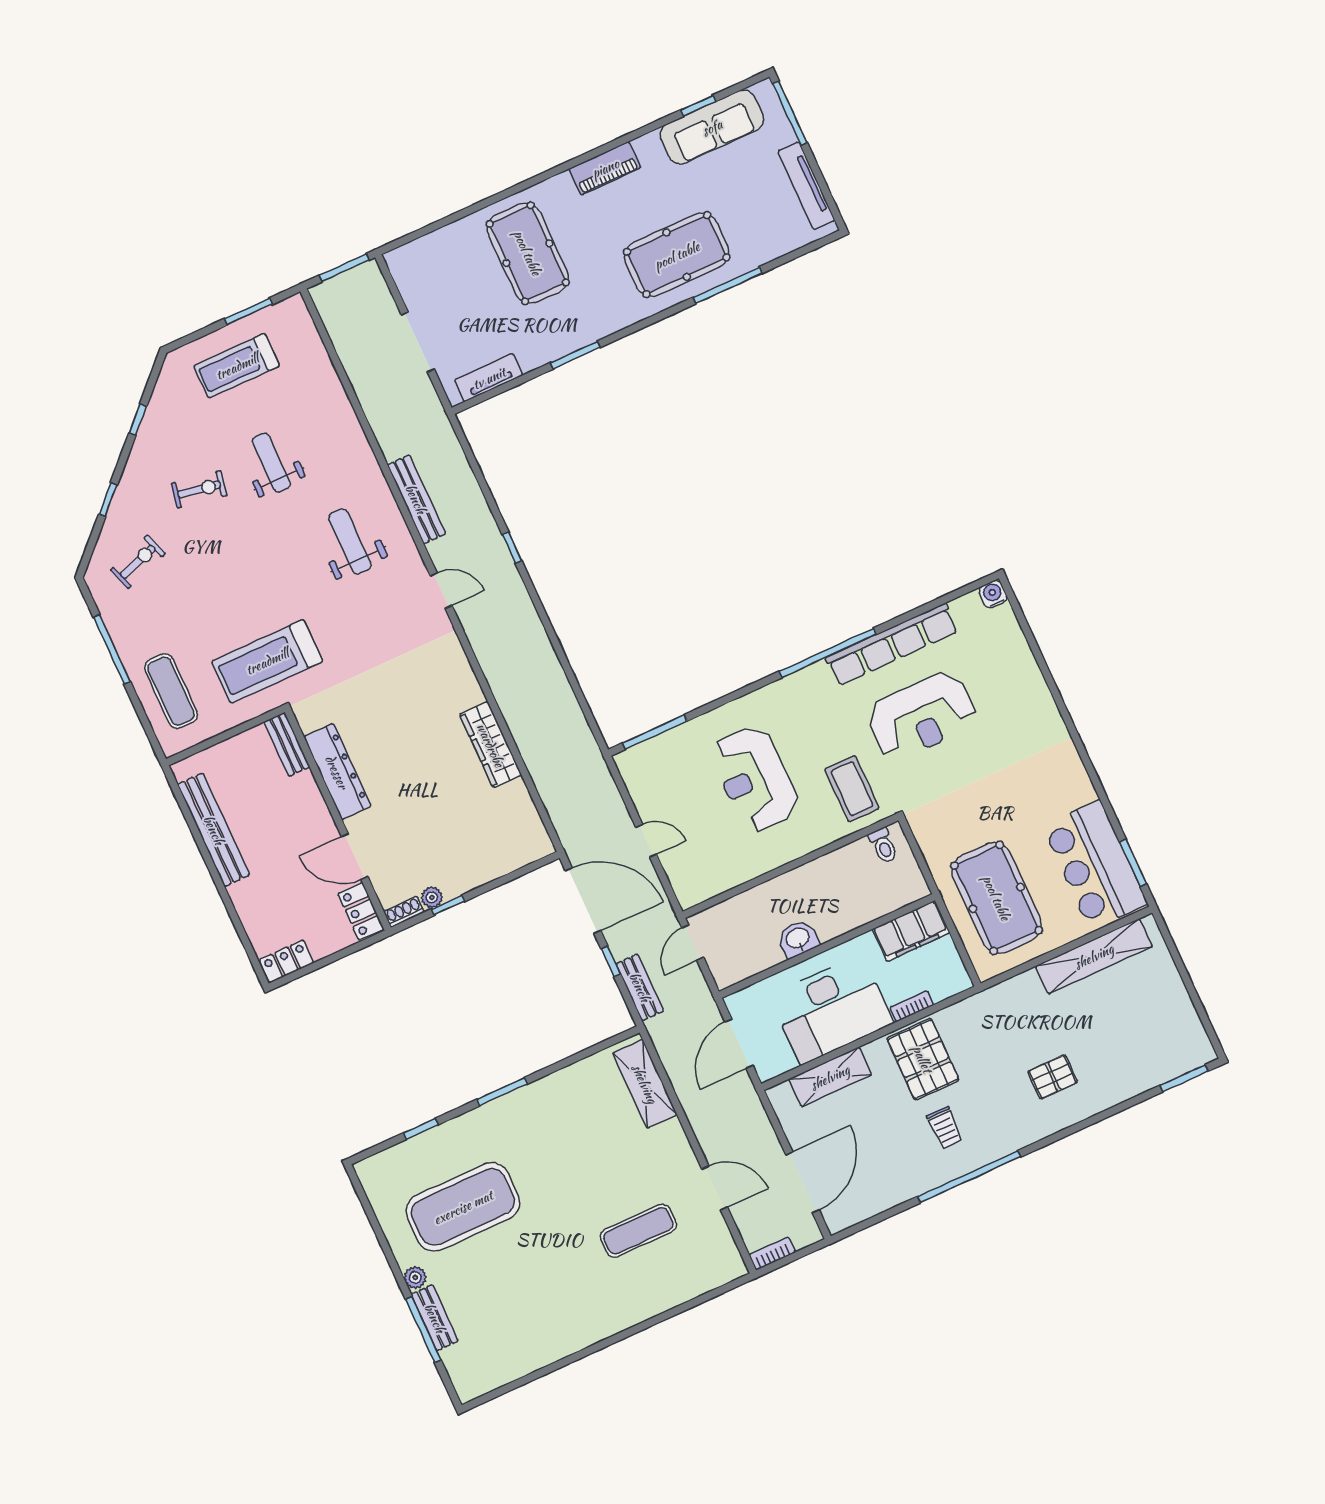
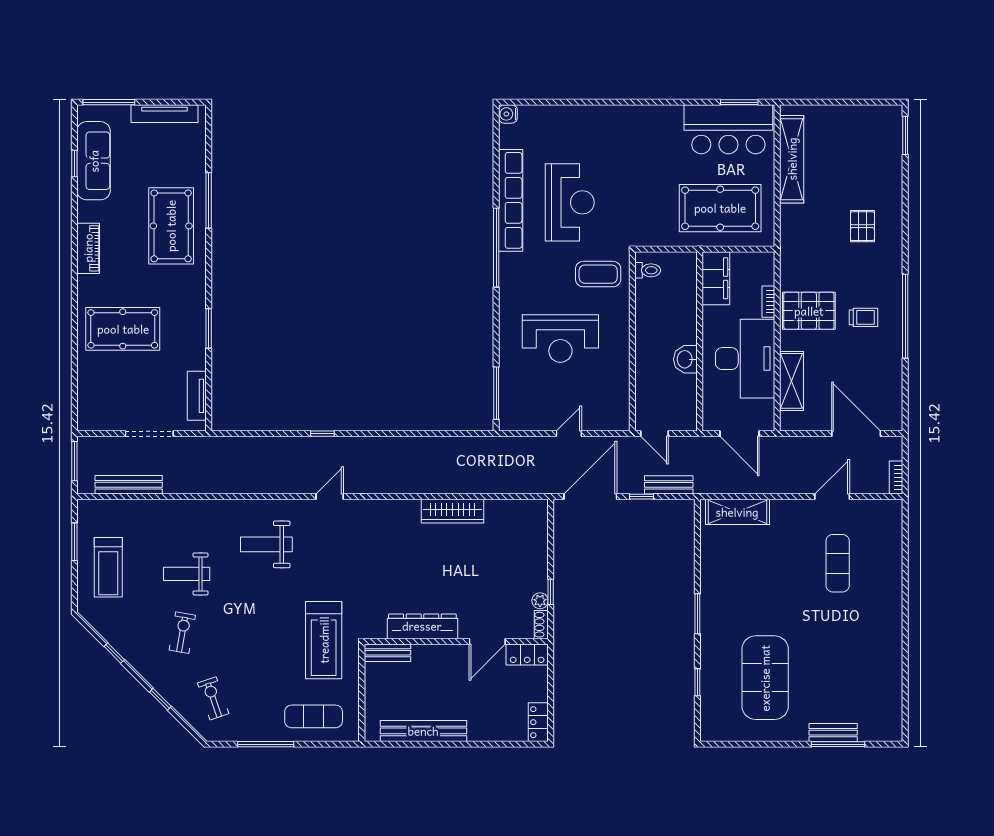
bench: (416, 499) -> (129, 485), moved
plant: (415, 1277) -> (799, 733), removed

